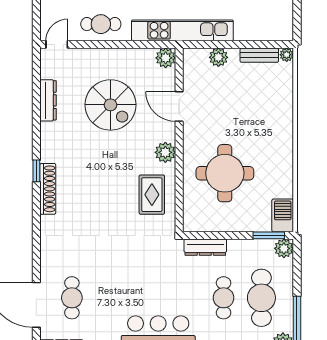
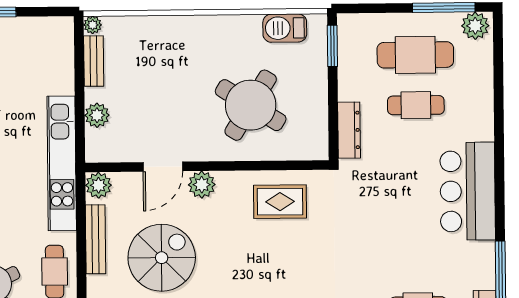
bench: (125, 55) -> (96, 239), added
plant: (165, 152) -> (202, 185), moved
round table: (225, 173) -> (251, 105), turned 32
barbecue: (283, 215) -> (285, 28), moved
plant: (284, 248) -> (350, 26), removed

